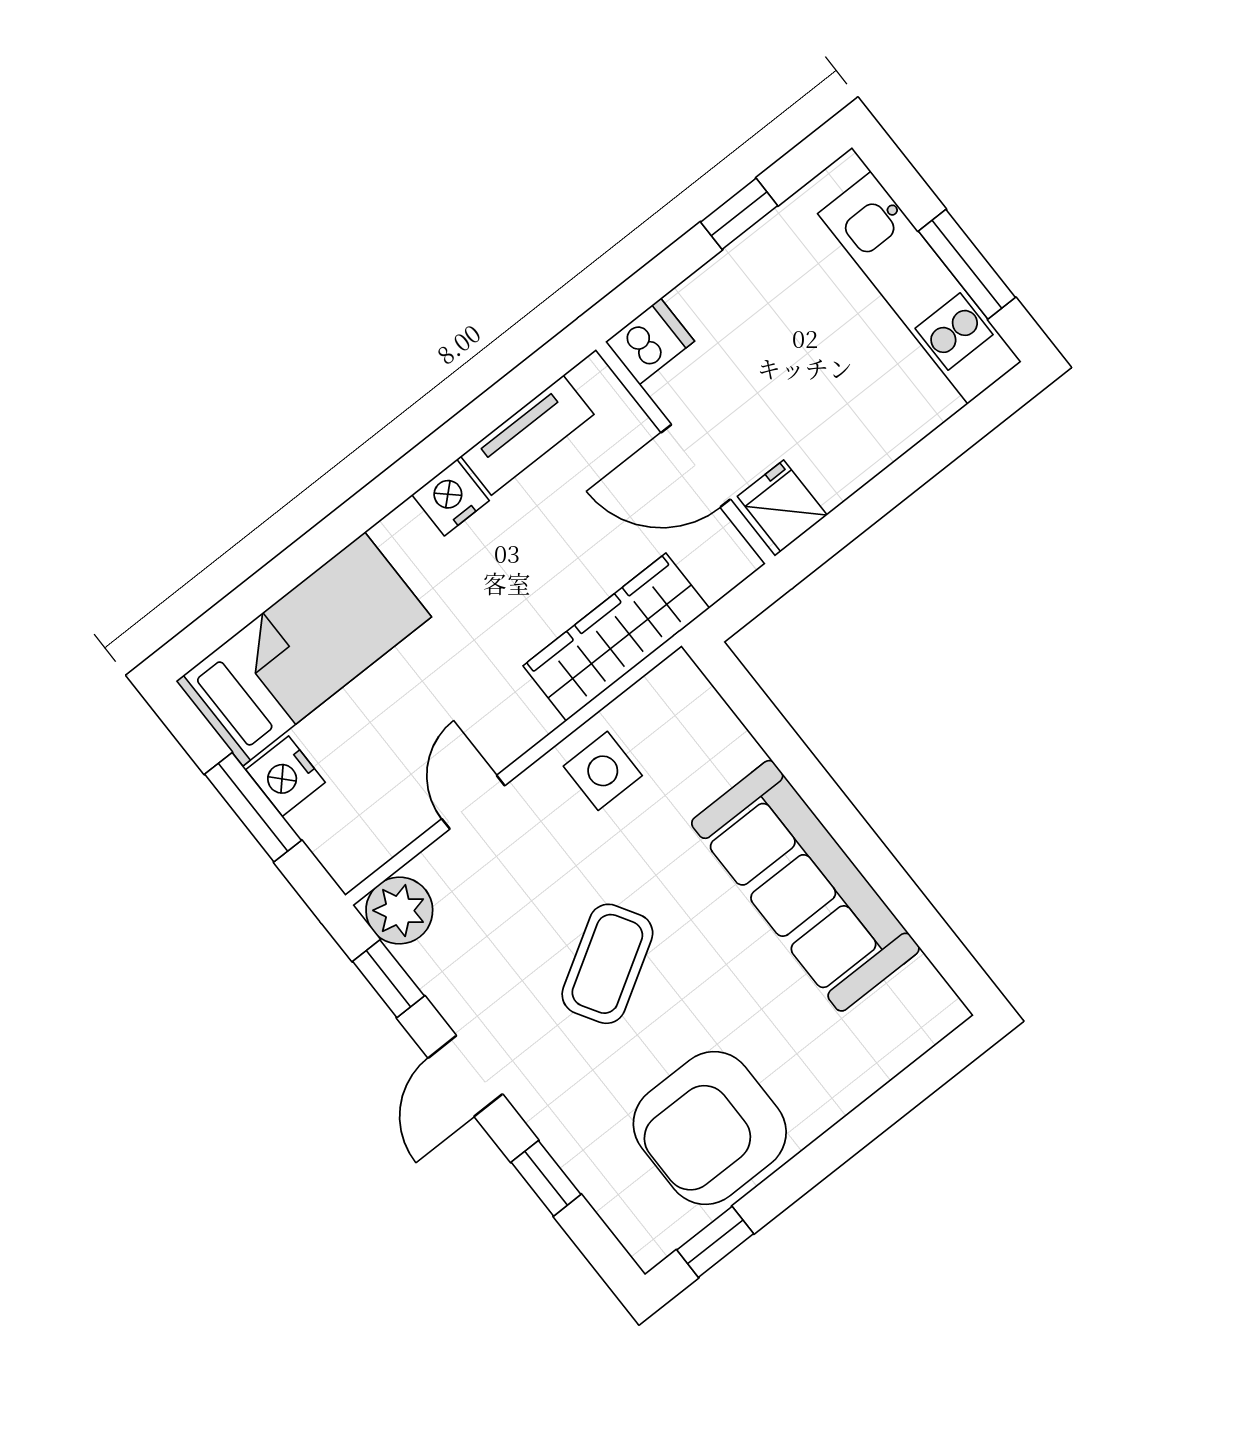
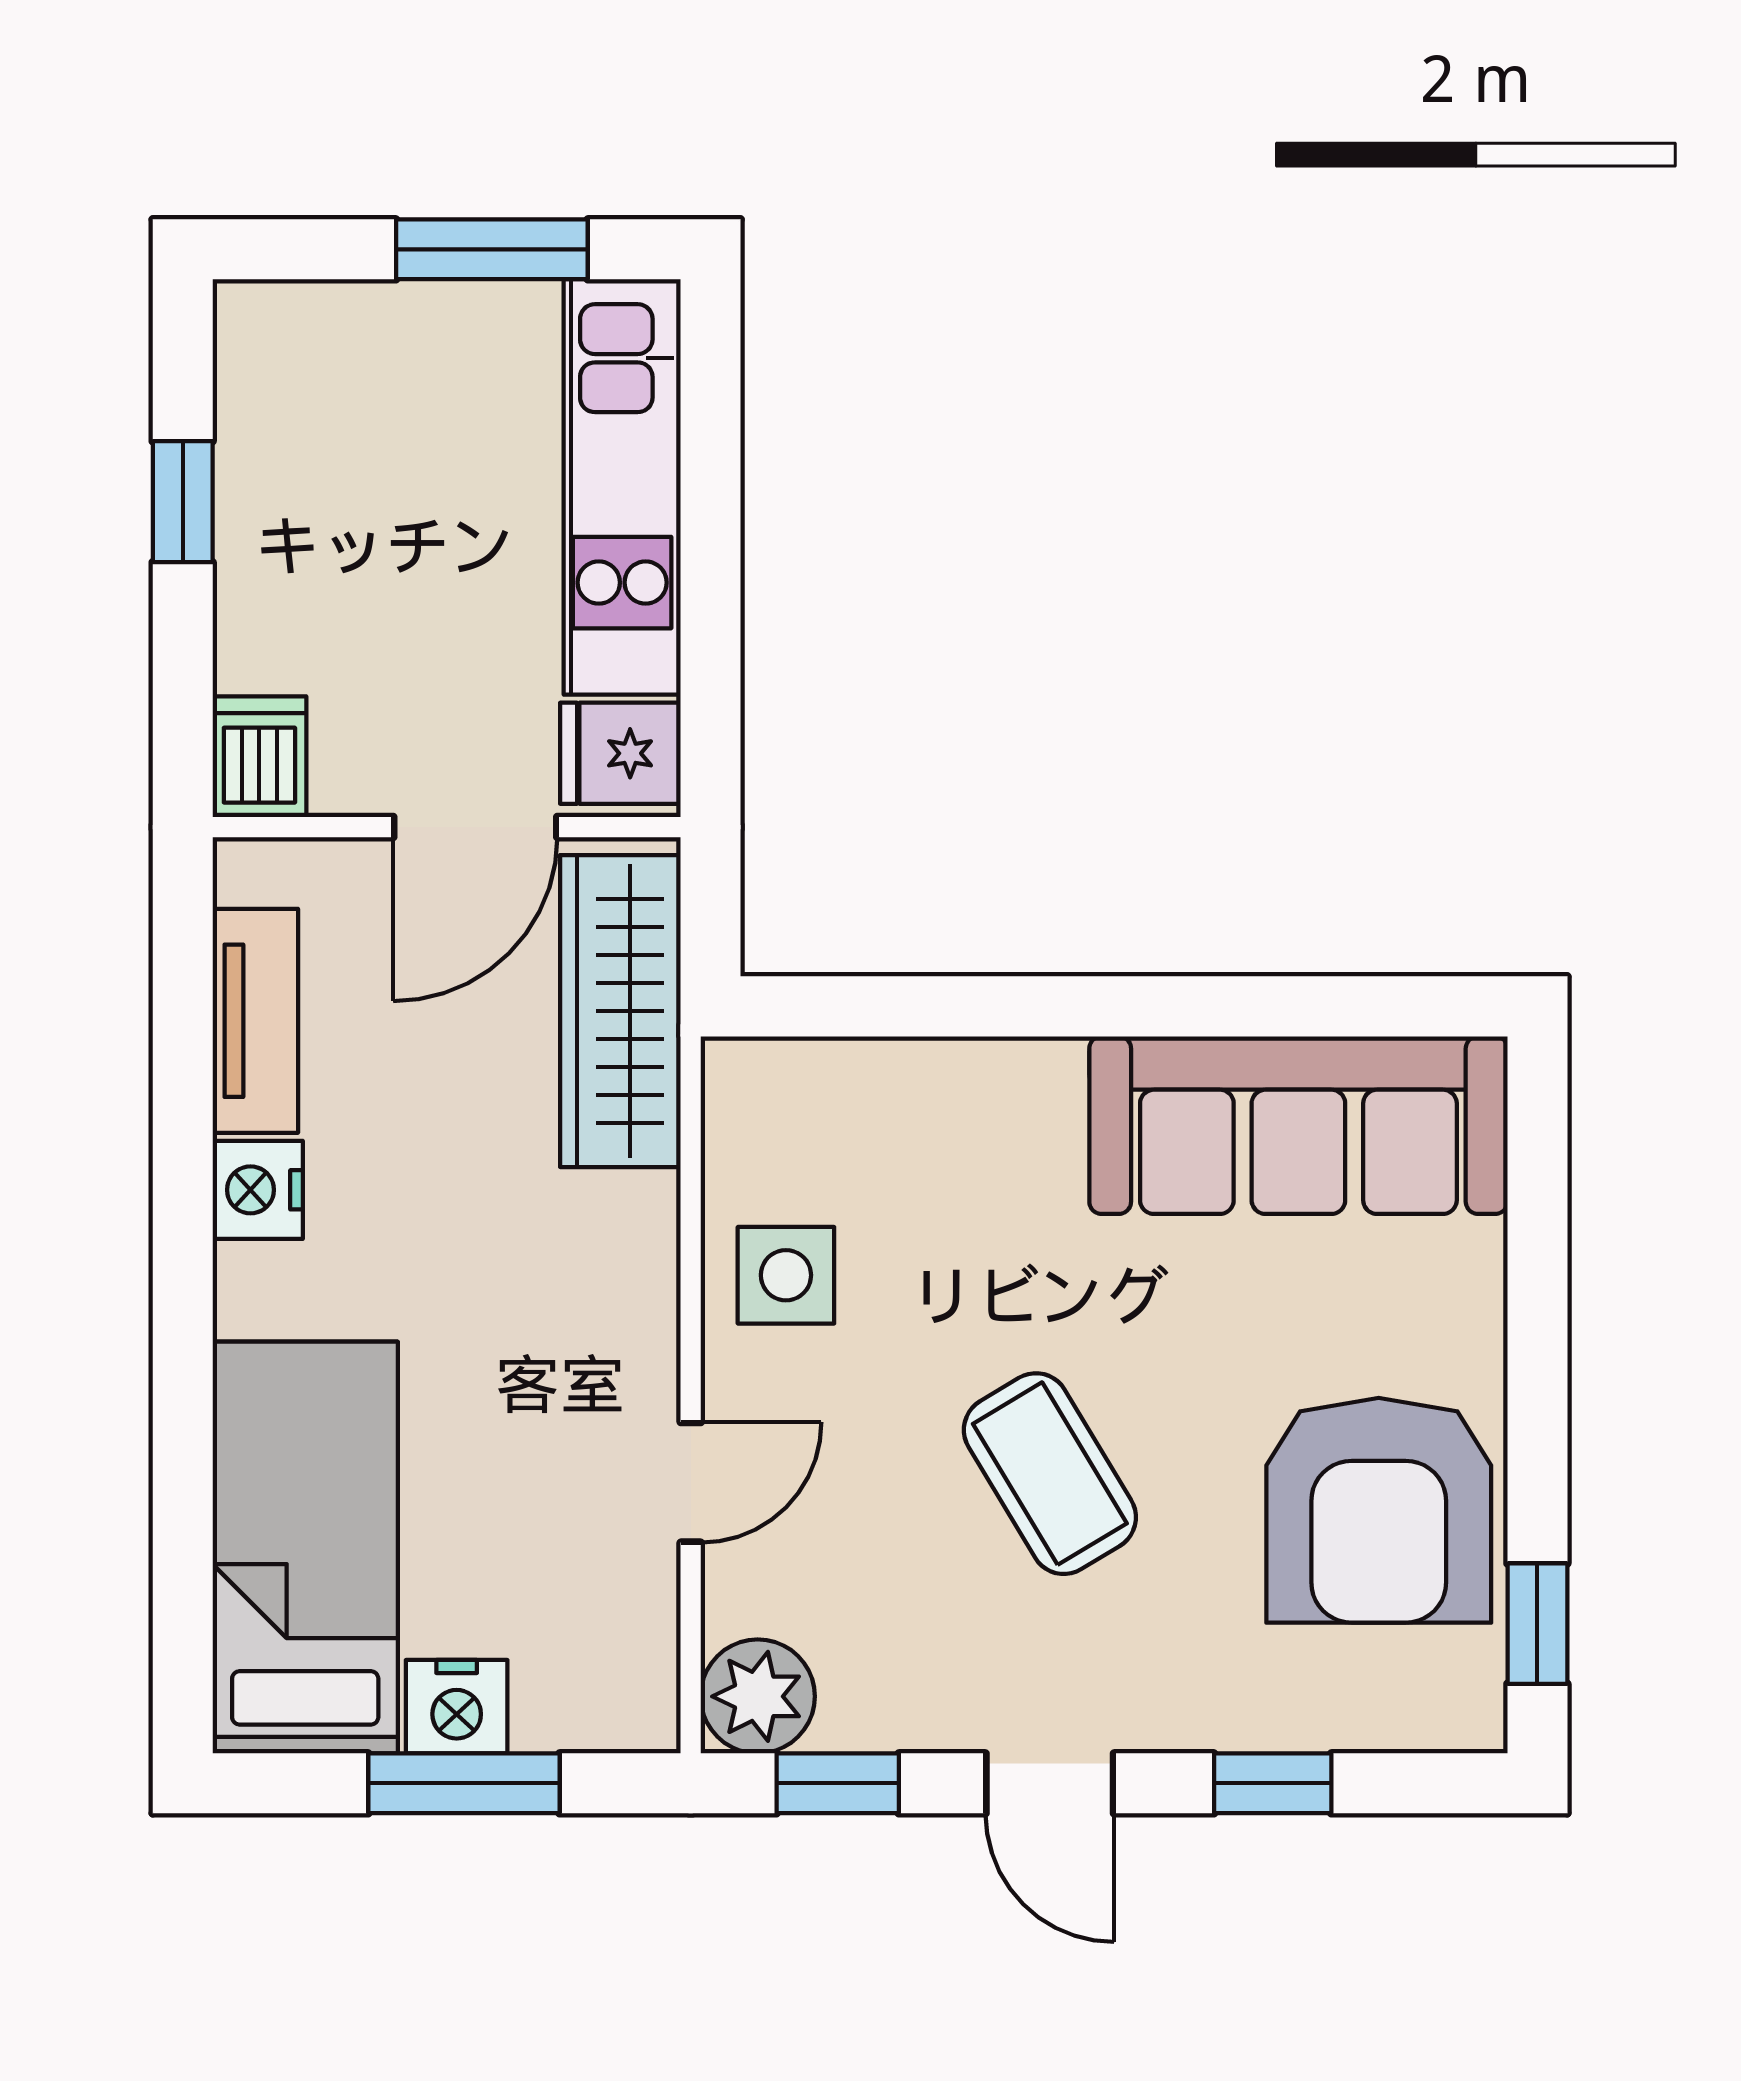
kitchen unit: (919, 288) -> (622, 487), moved, turned 90
wardrobe: (616, 637) -> (620, 1011), moved
door: (473, 802) -> (691, 1482), swing flipped
sofa: (805, 886) -> (1298, 1125), moved

